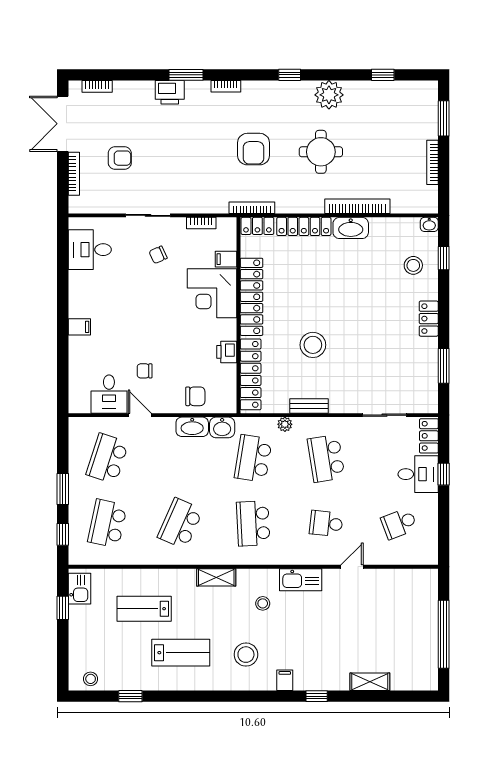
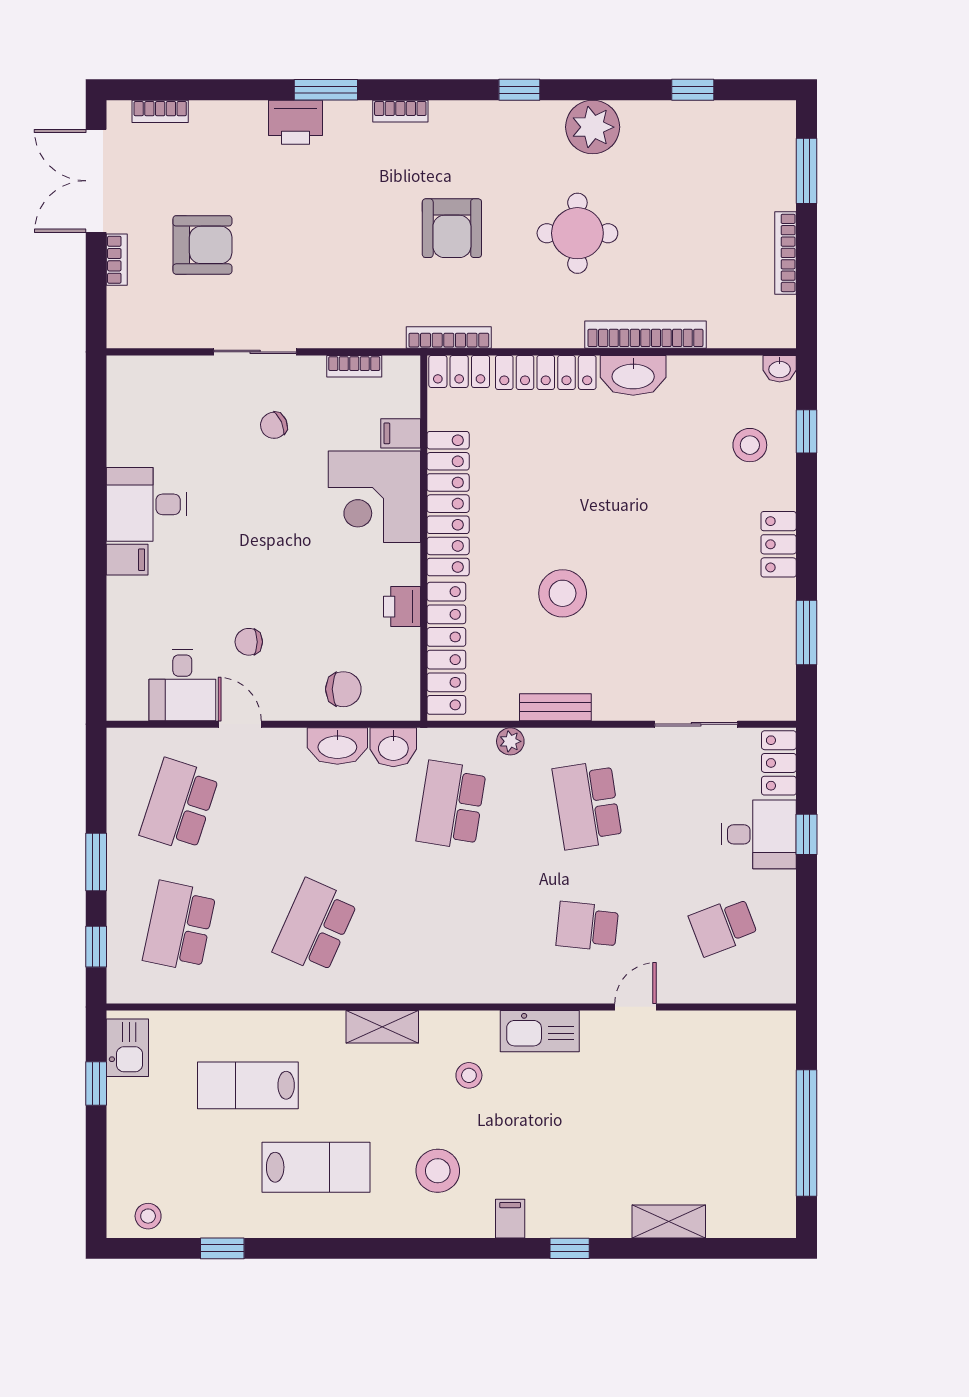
armchair: (120, 158) -> (202, 245), width x1.38, depth x1.38
bookcase: (74, 174) -> (117, 260), width x0.64
desk: (90, 250) -> (147, 504), moved
school desk: (253, 523) -> (451, 926), removed

